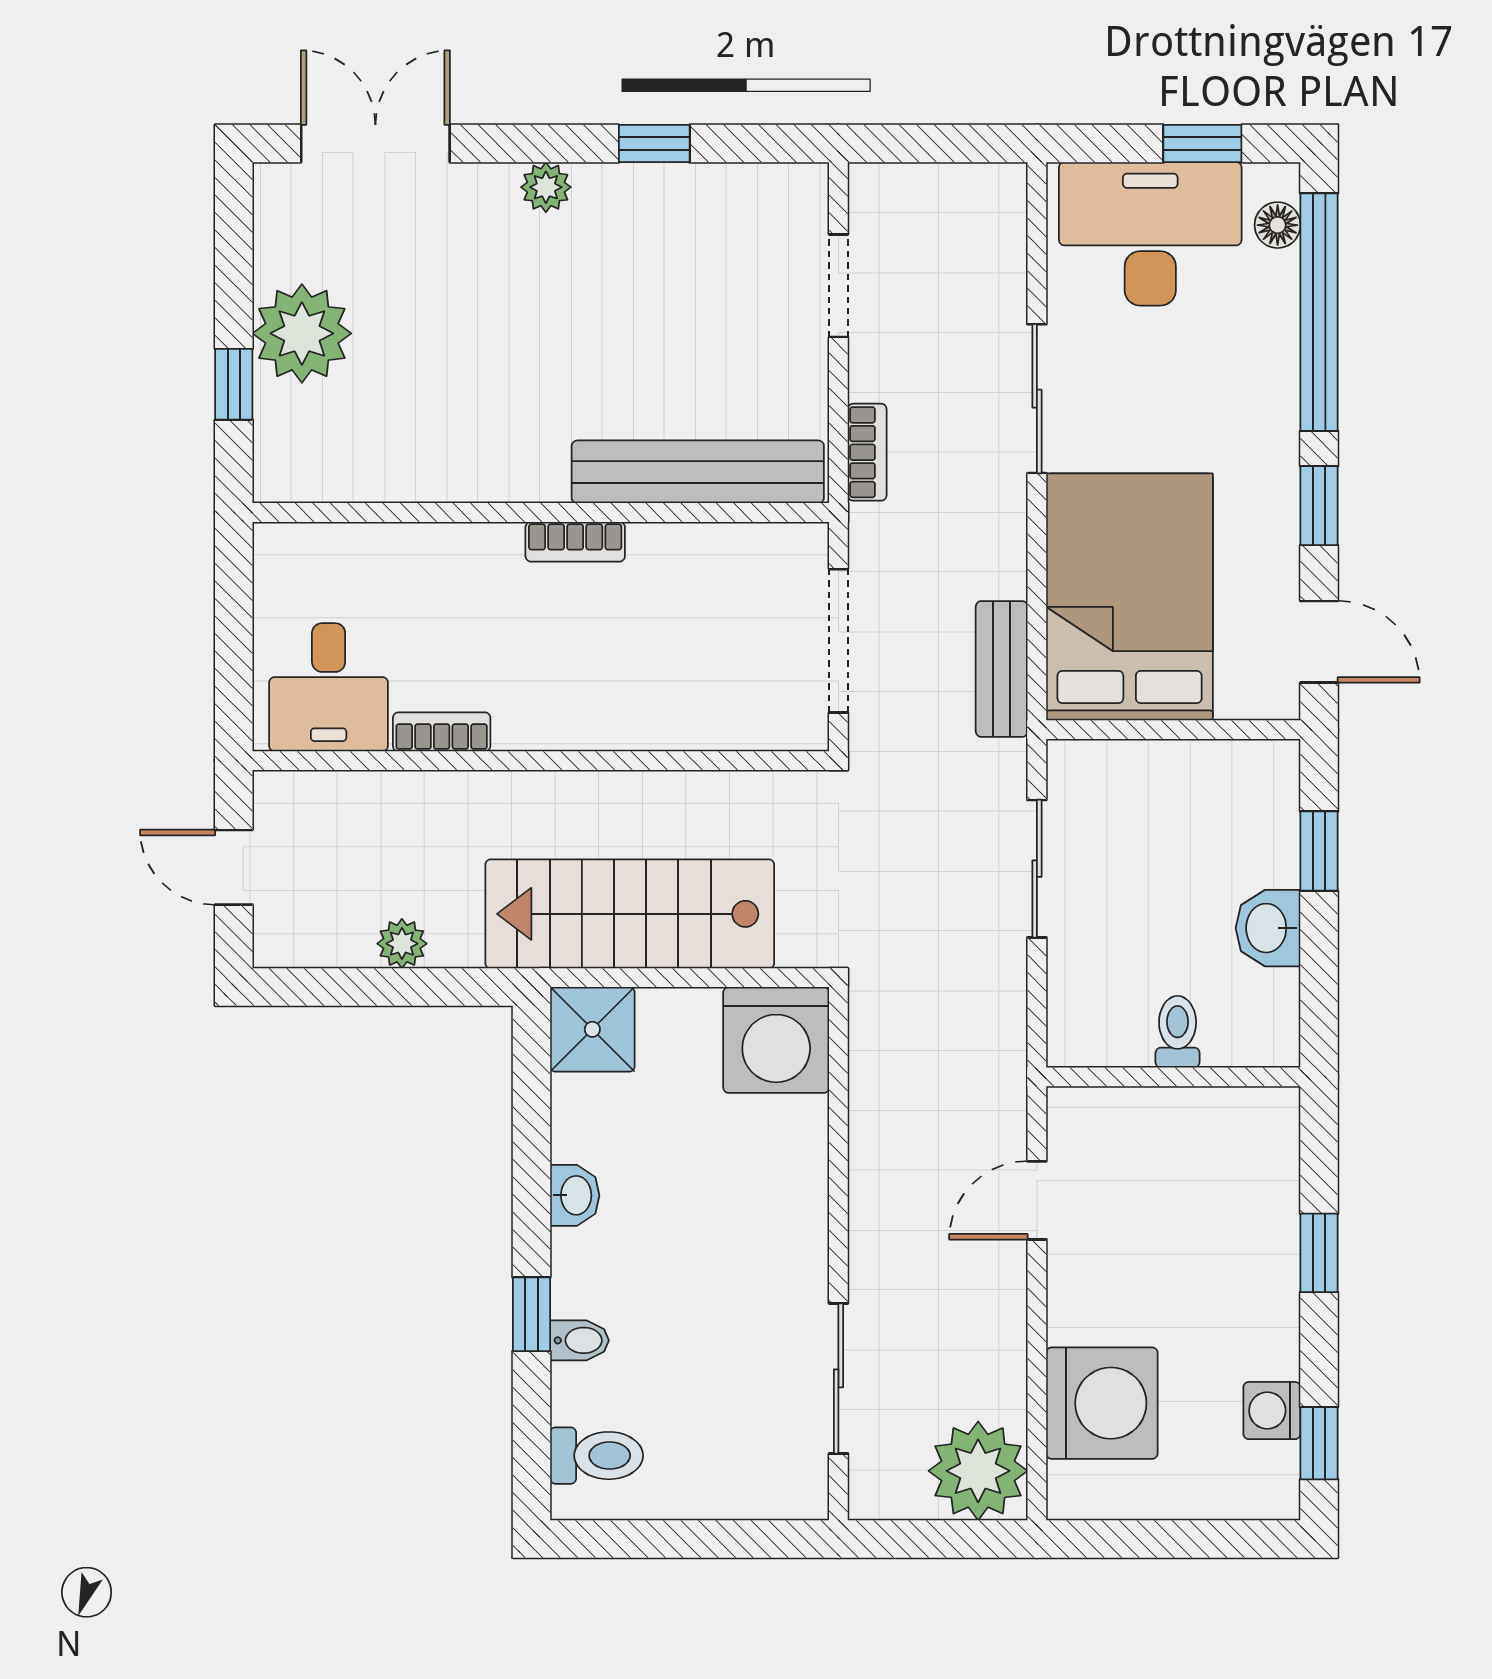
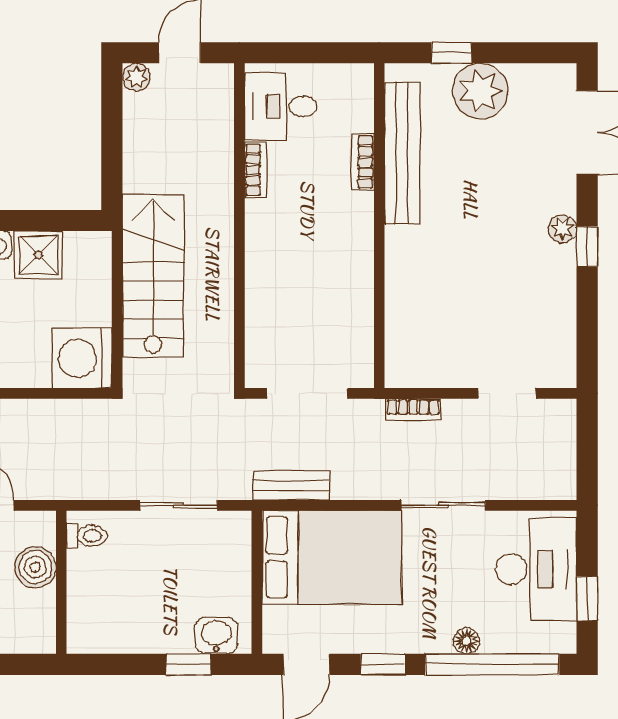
window: (654, 144) -> (587, 247), moved
floor lamp: (1278, 225) -> (467, 641), moved
bench: (698, 472) -> (402, 153), moved
bookcase: (575, 542) -> (363, 162), moved
washbasin: (1268, 928) -> (216, 636), moved
plant: (402, 944) -> (136, 77), moved
shower: (592, 1029) -> (38, 255), moved
toilet: (1178, 1032) -> (87, 536), moved
boiler: (1147, 1123) -> (35, 567), added

